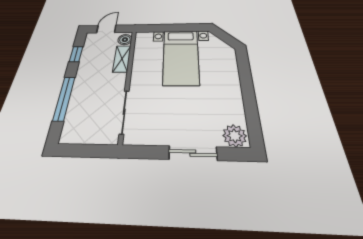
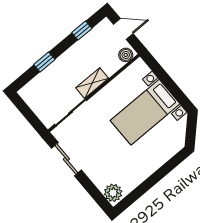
shelving: (122, 59) -> (92, 83), moved
window: (64, 98) -> (44, 62), width x0.46
sliding door: (193, 153) -> (66, 159), moved

